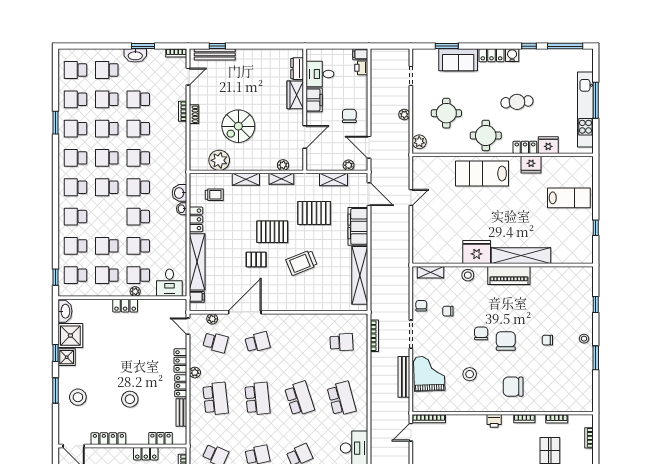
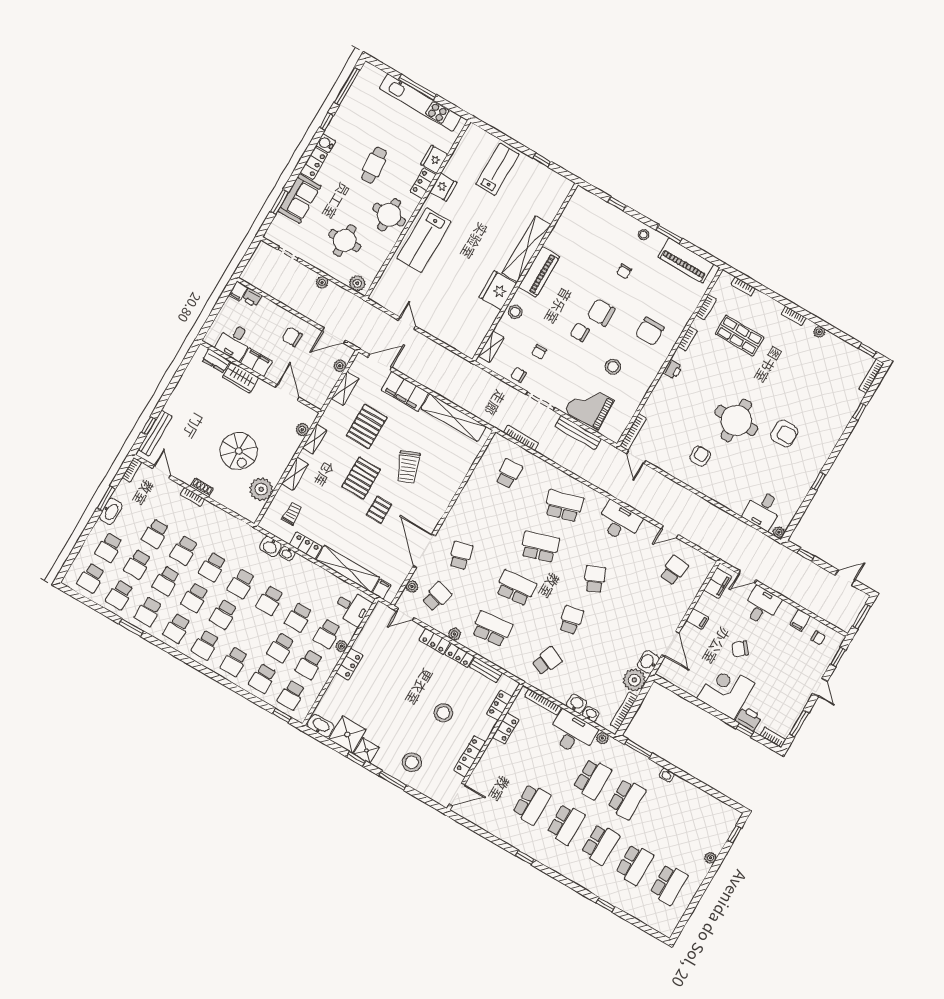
piano: (583, 383) -> (686, 261), added

